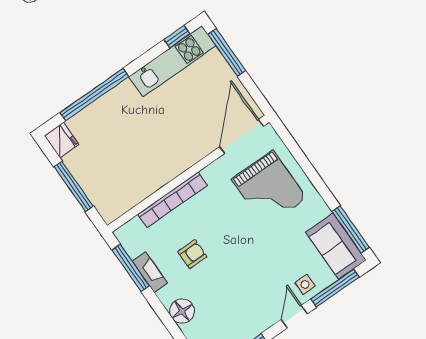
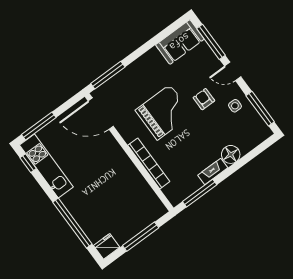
grand piano: (269, 189) -> (164, 112), moved
window: (351, 229) -> (108, 75), moved
armchair: (192, 254) -> (204, 99), moved
fireplace: (150, 272) -> (213, 171), moved
side table: (305, 284) -> (235, 106), moved

